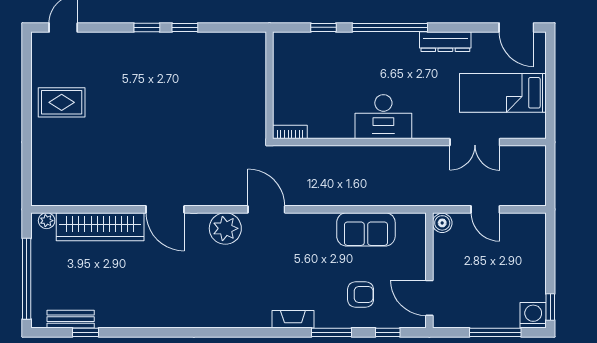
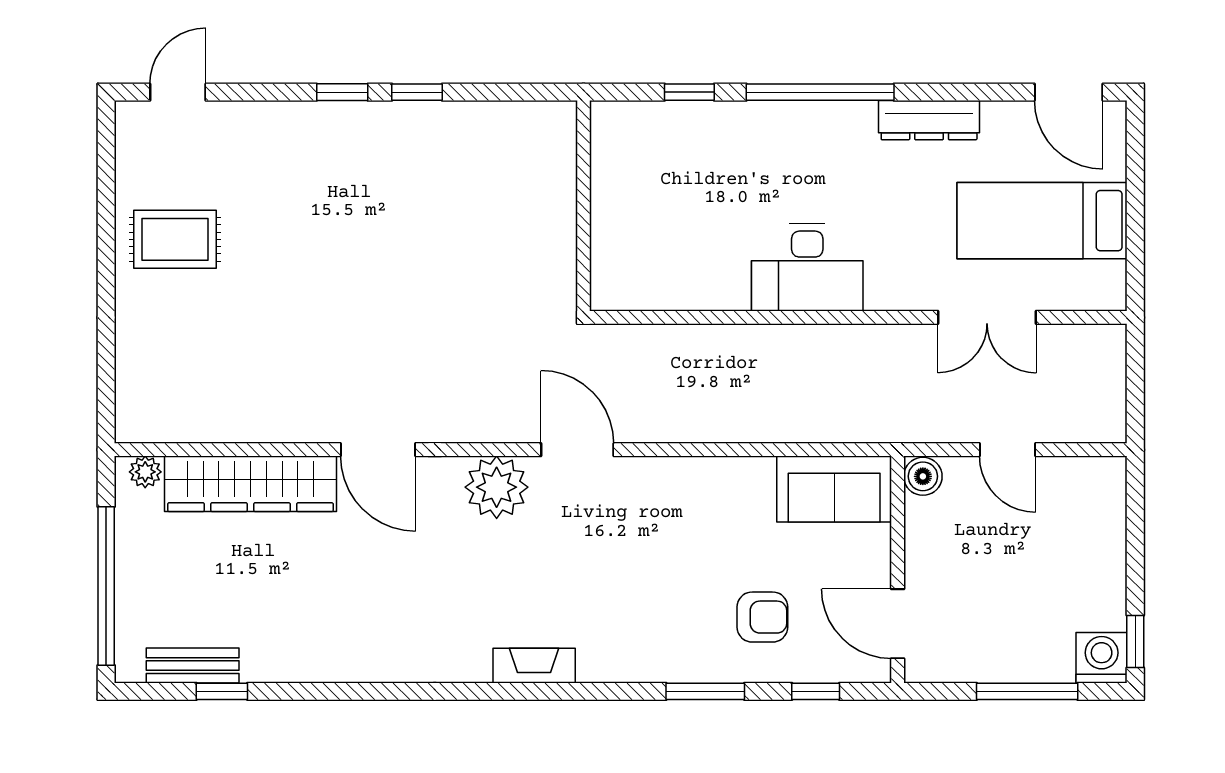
bookcase: (290, 132) -> (624, 298), removed
sofa: (366, 229) -> (834, 489), moved
fireplace: (293, 319) -> (534, 666), moved

